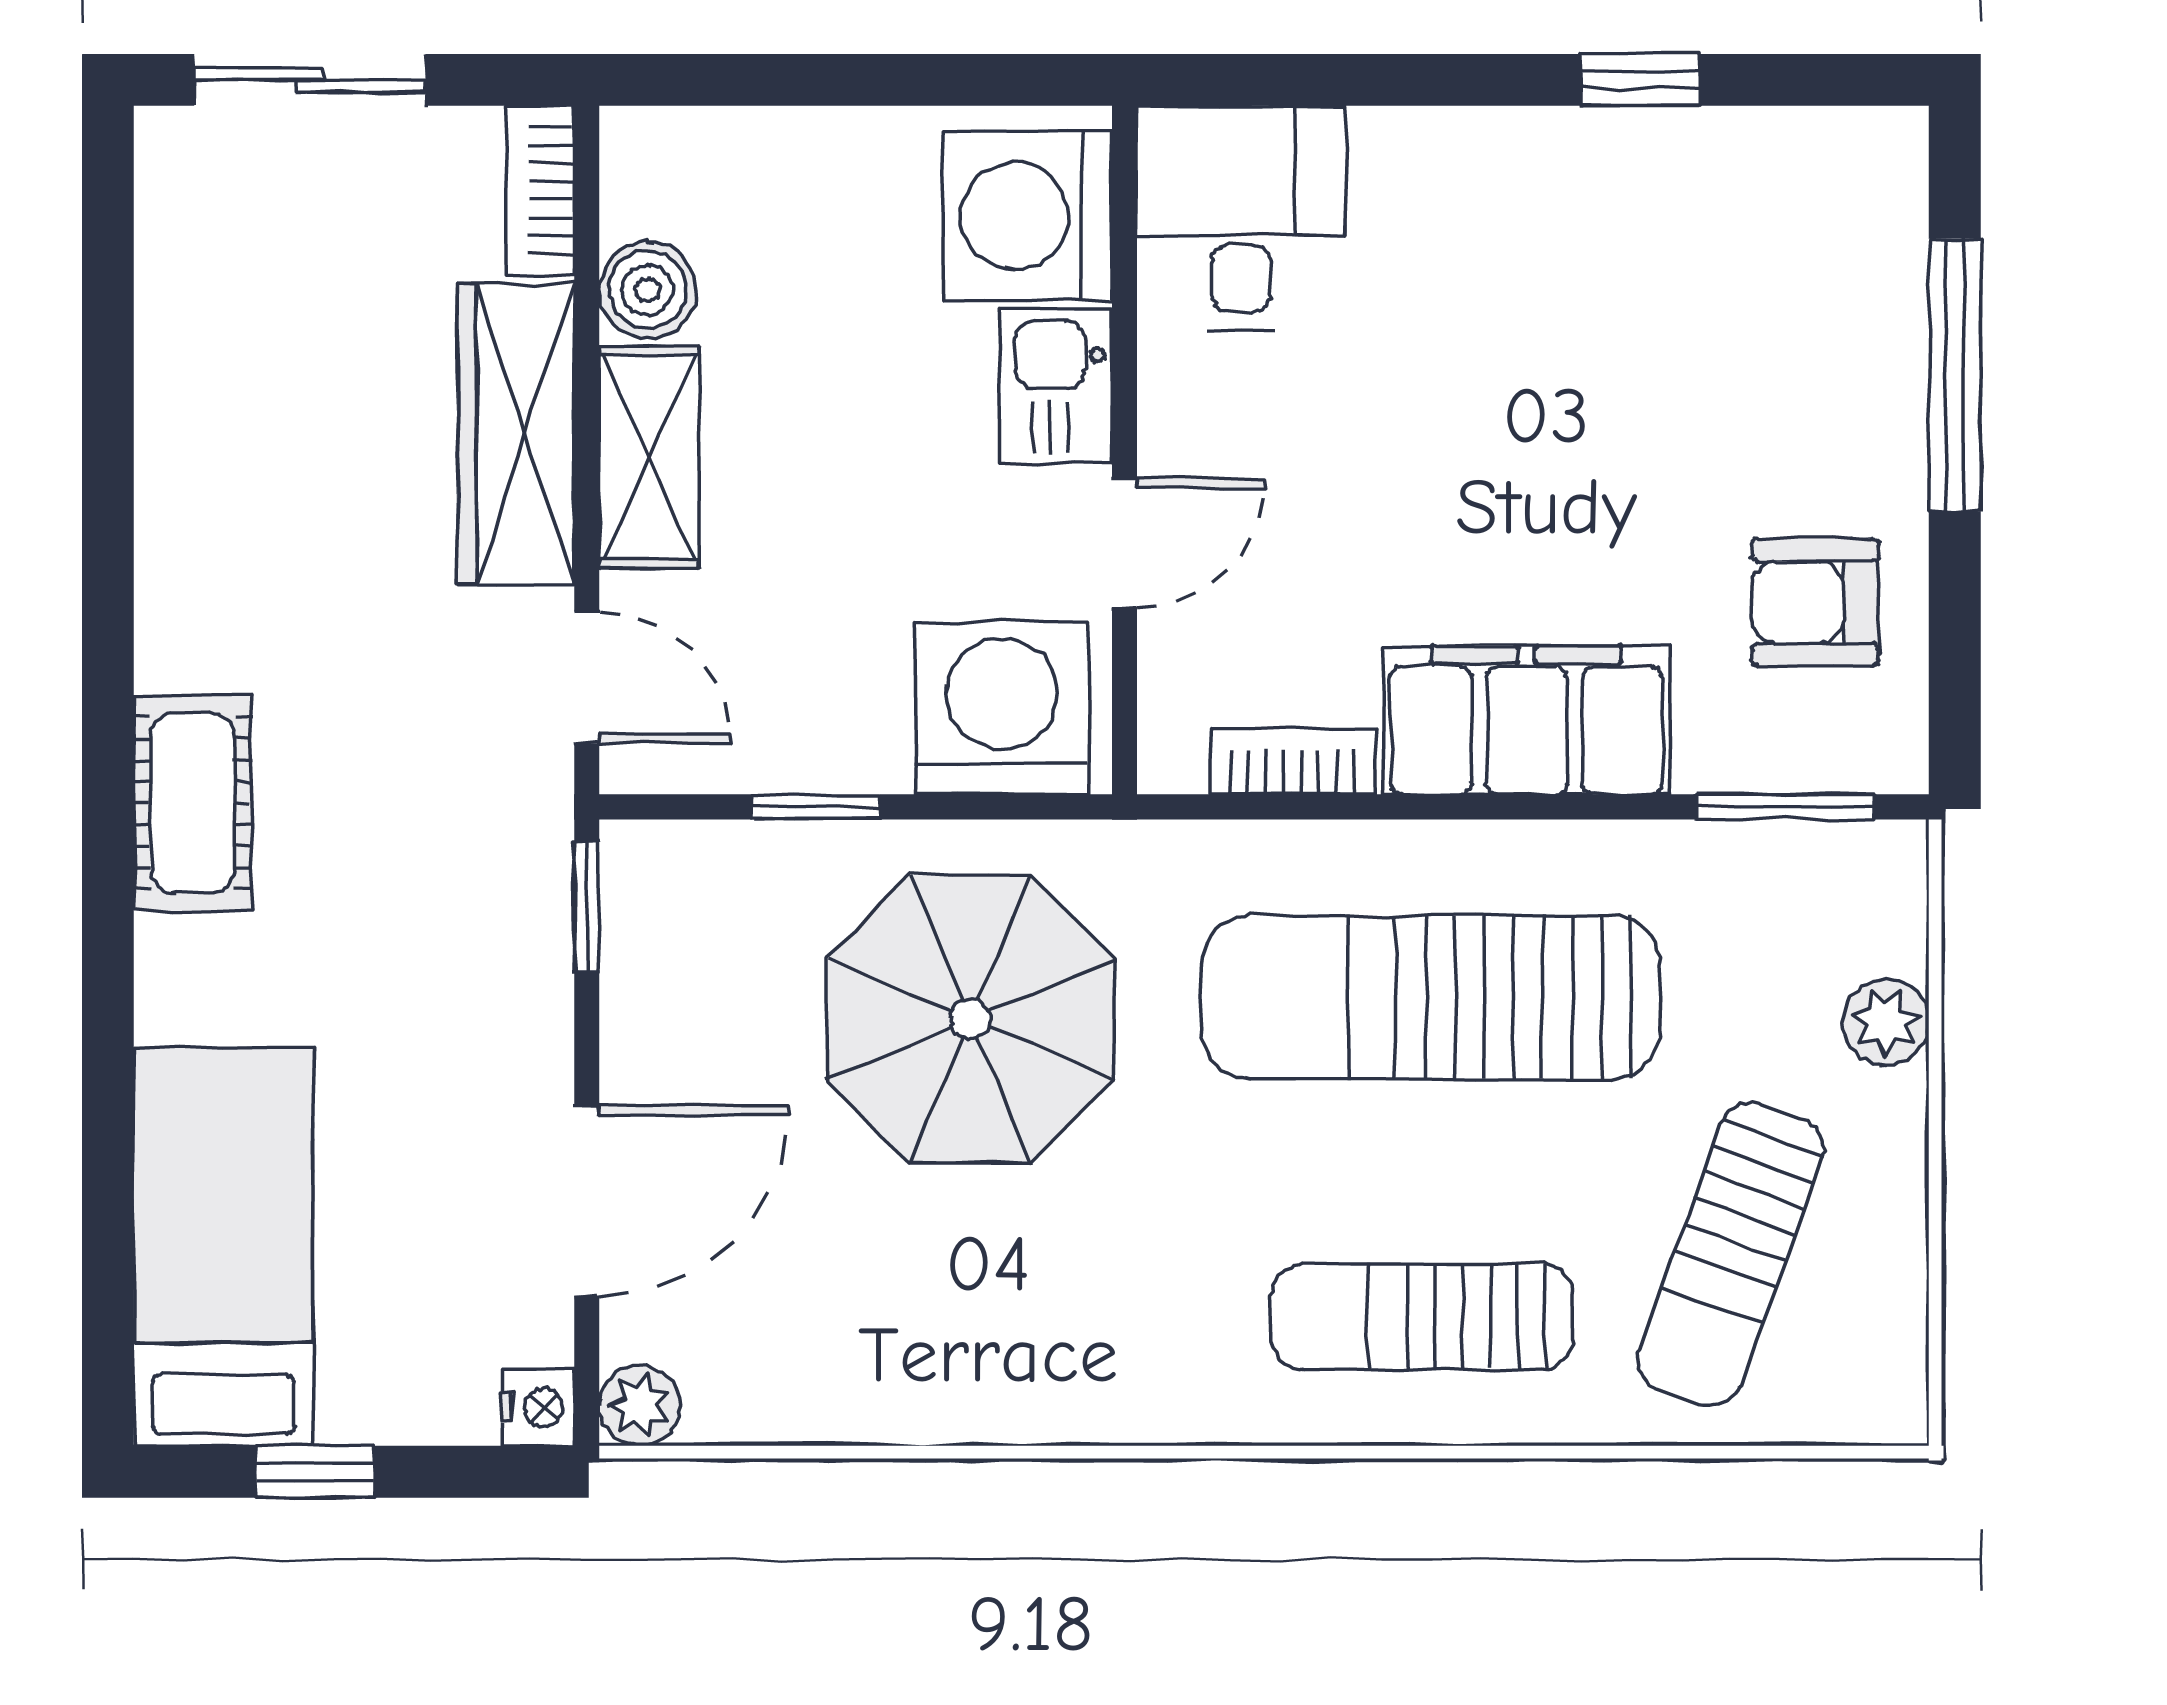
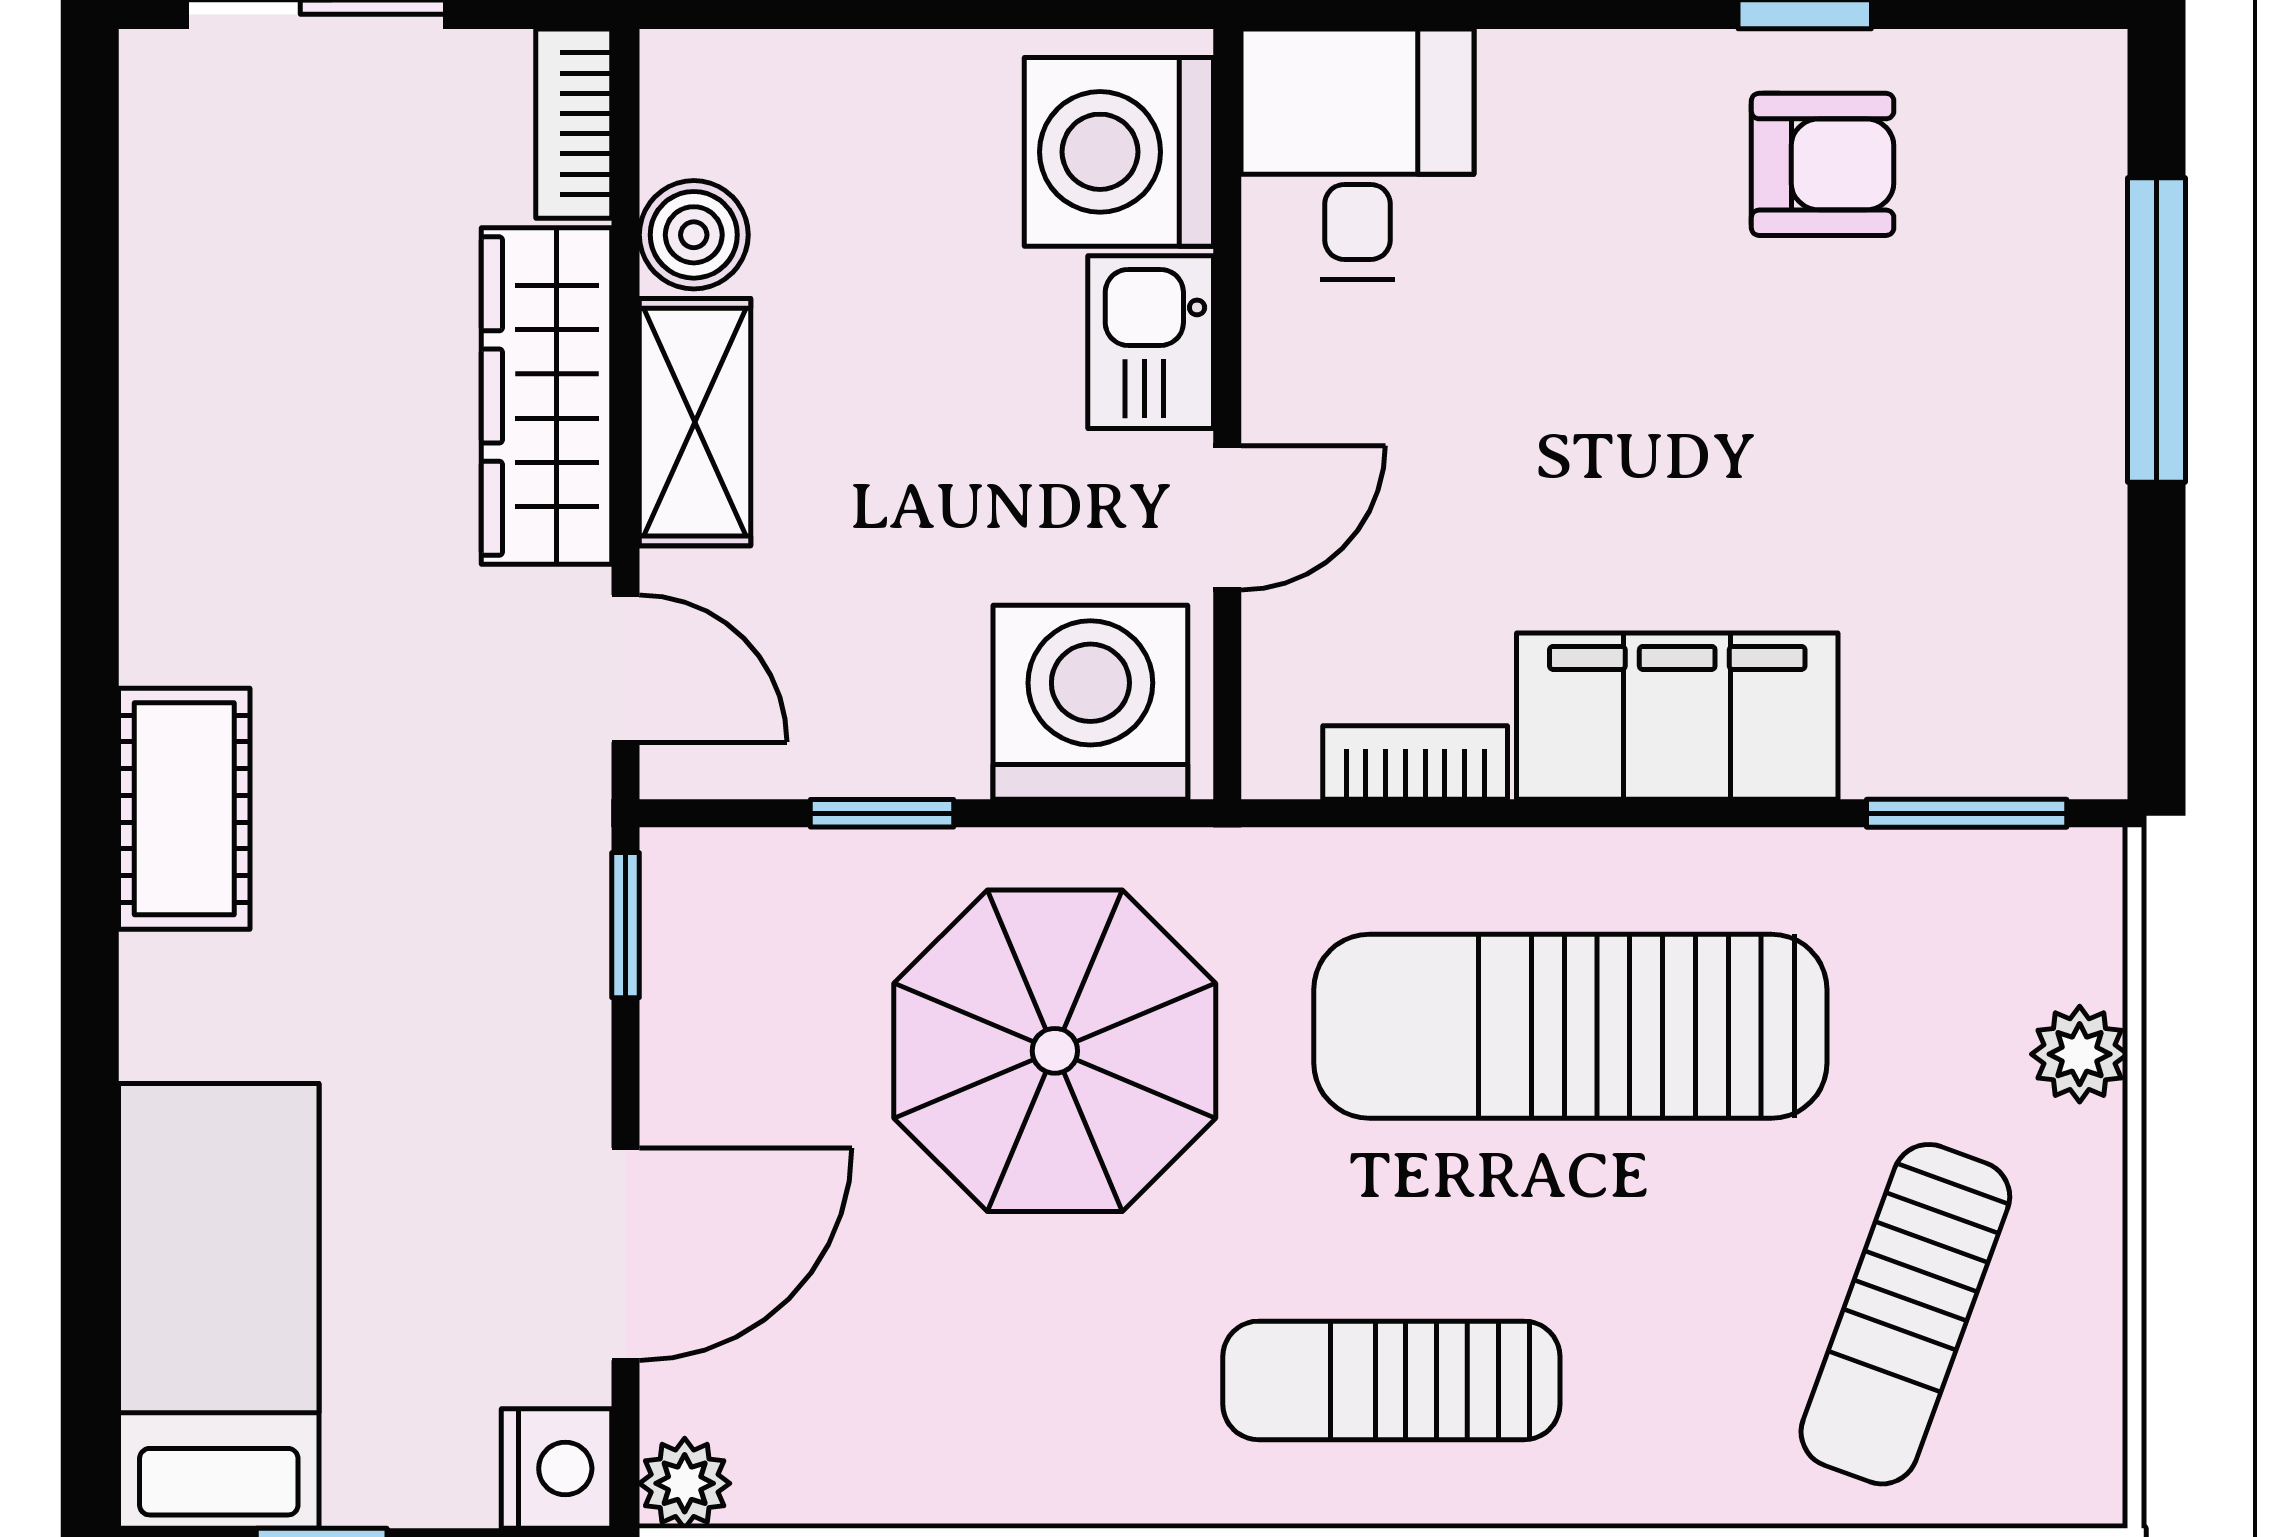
armchair: (1815, 602) -> (1823, 164), moved, turned 180
sun lounger: (1423, 1317) -> (1391, 1380), moved
nightstand: (538, 1407) -> (556, 1469), width x1.39, depth x1.35

